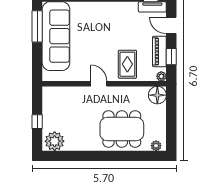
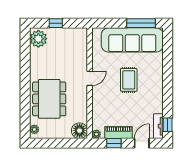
rug: (127, 64) -> (129, 80), moved, turned 90

